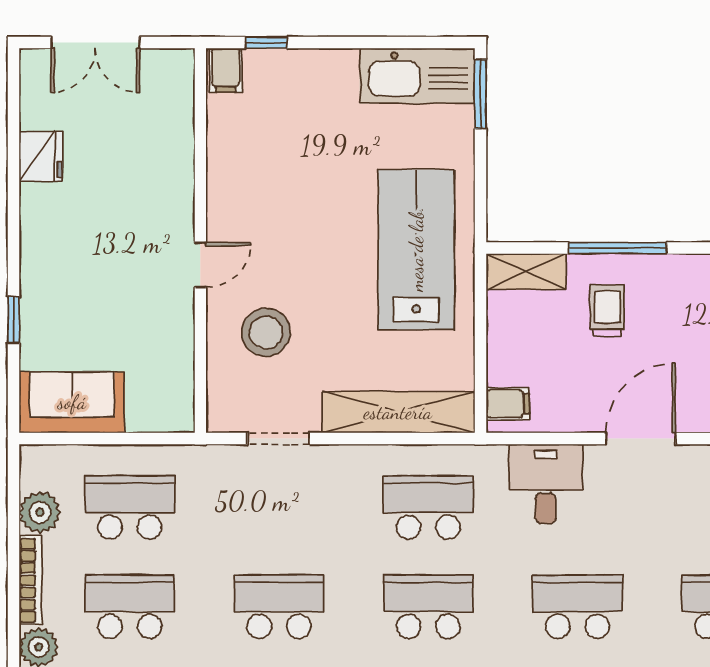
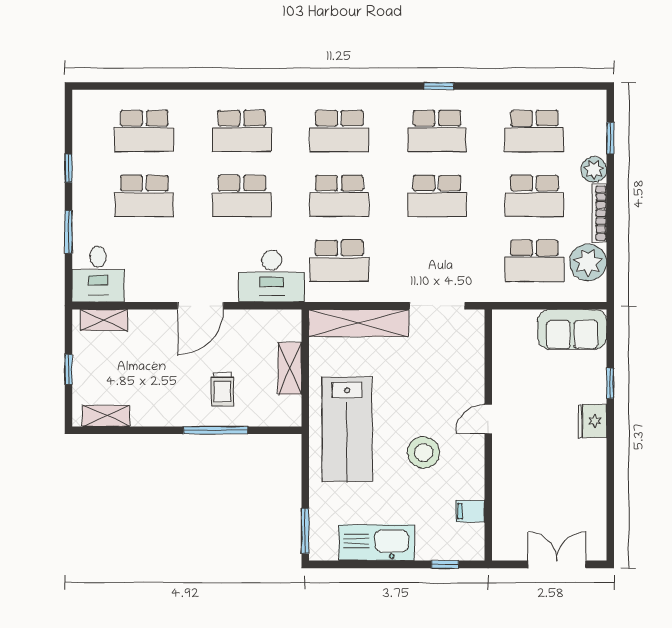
filing cabinet: (226, 70) -> (470, 511), moved, turned -90
kitchen sink: (417, 76) -> (377, 543), moved
fridge: (41, 156) -> (592, 421), moved
shelving: (526, 272) -> (290, 368), moved, turned 90
stool: (266, 332) -> (423, 452), moved
filing cabinet: (508, 404) -> (287, 328), removed
doorway: (278, 439) -> (437, 306), width x1.38
desk: (546, 484) -> (272, 276), width x1.37
plant: (40, 512) -> (588, 262), width x1.36, depth x1.36

